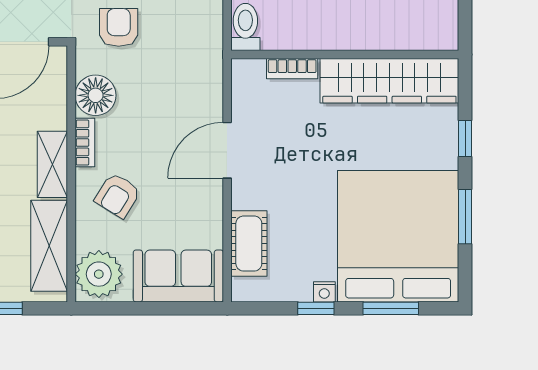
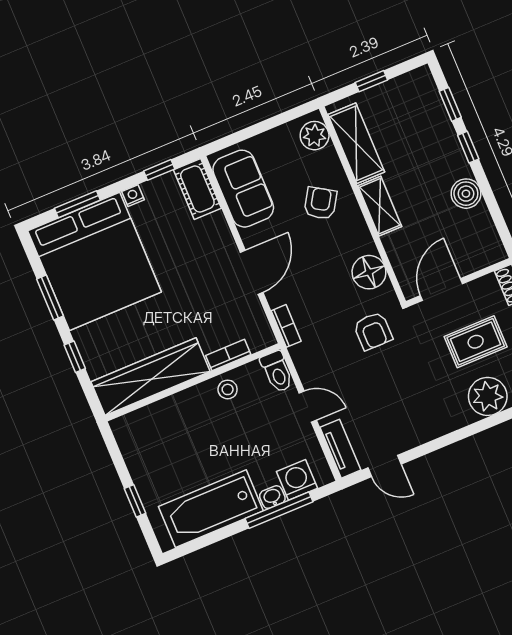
stool: (309, 30) -> (228, 389), added
bookcase: (85, 143) -> (286, 326), moved, turned 180
cot: (249, 244) -> (197, 189), moved
plant: (99, 274) -> (315, 136), width x0.73, depth x0.73
sofa: (178, 276) -> (243, 189), moved, turned -90
window: (316, 308) -> (159, 170), moved

